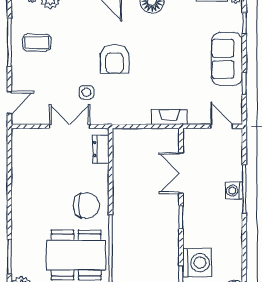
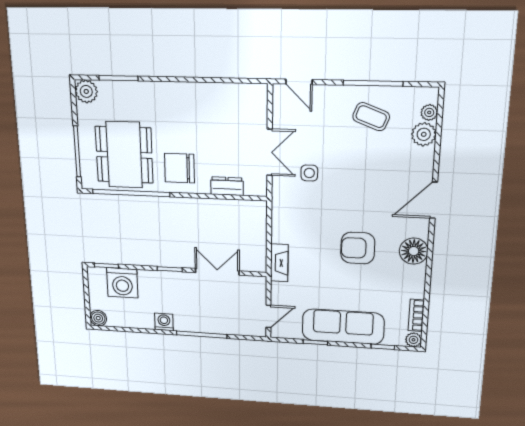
coffee table: (37, 42) -> (371, 117), turned -69
armchair: (115, 59) -> (358, 248), moved
sofa: (227, 59) -> (343, 327), width x1.36
dresser: (101, 149) -> (227, 186), moved
washing machine: (234, 191) -> (164, 322), moved
chair: (86, 206) -> (179, 168), turned 90

